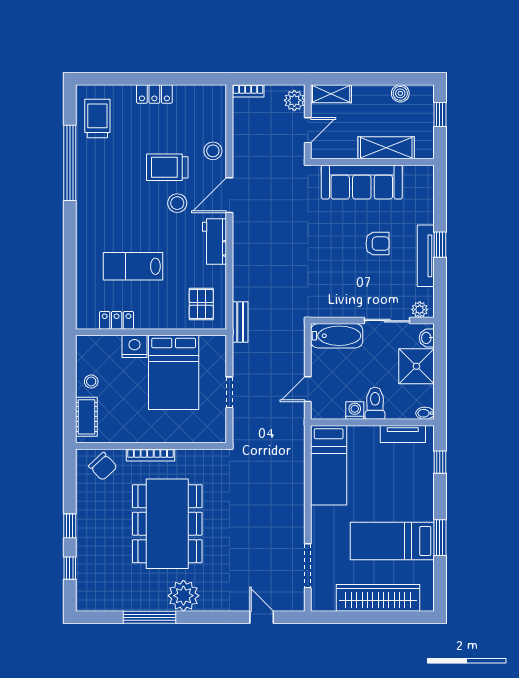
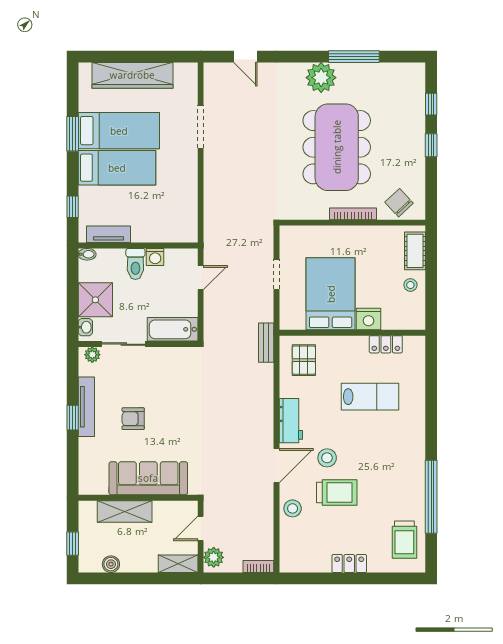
bed: (329, 465) -> (117, 168), moved, turned 90
doorway: (308, 566) -> (201, 127), moved

